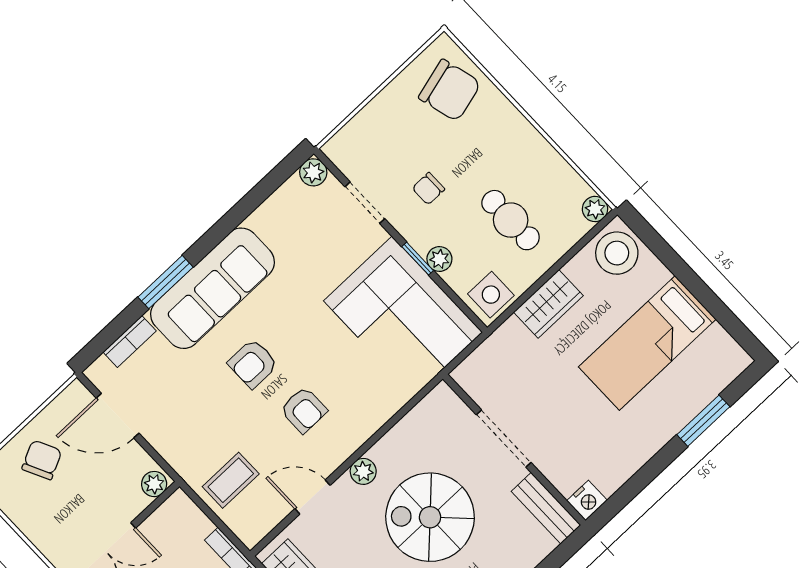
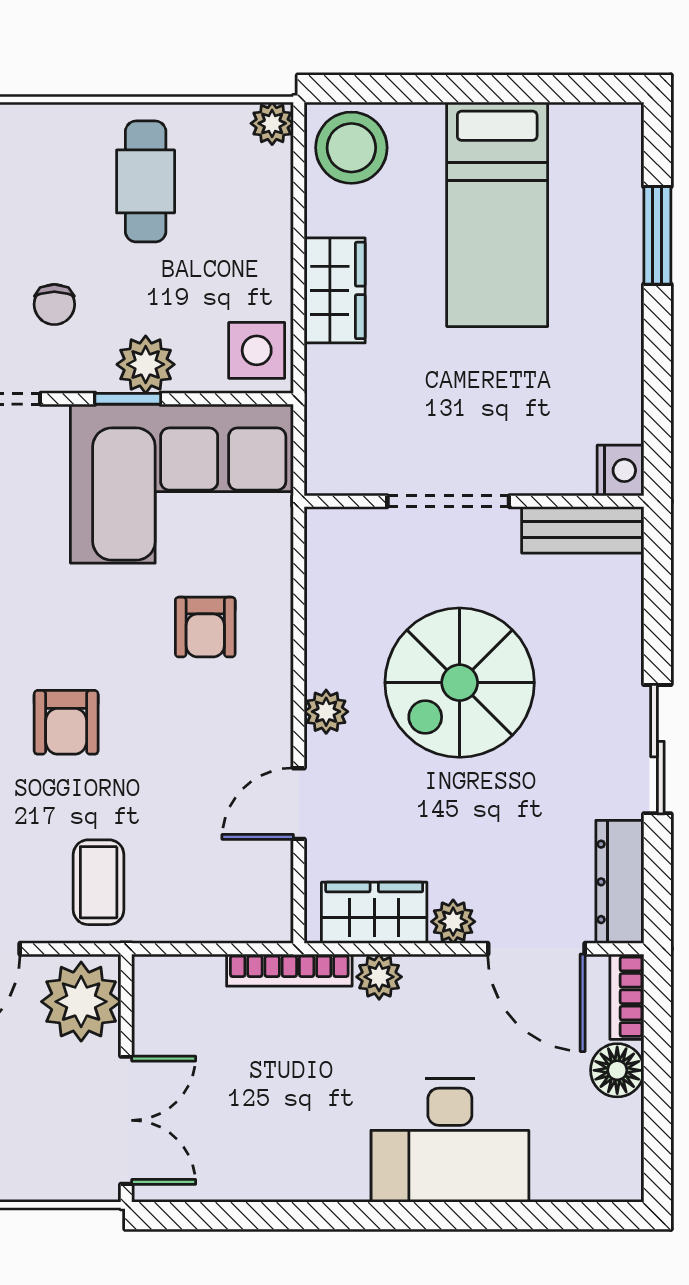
cafe table: (511, 220) -> (146, 181), moved, turned 90
plant: (439, 259) -> (146, 364), width x1.38, depth x1.38
armchair: (304, 410) -> (205, 627), moved, turned 90
coffee table: (231, 480) -> (99, 882), moved
plant: (154, 484) -> (81, 1002), width x1.87, depth x1.87

